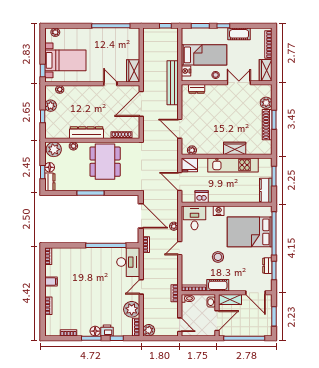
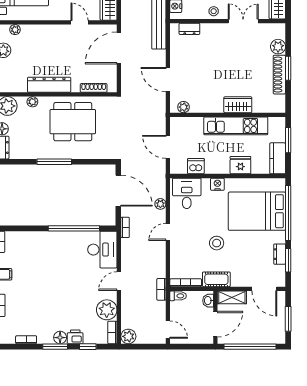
dining table: (105, 162) -> (73, 122), turned 90
fridge: (189, 165) -> (240, 165), moved, turned 180

